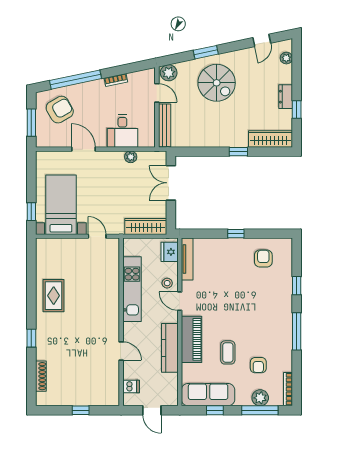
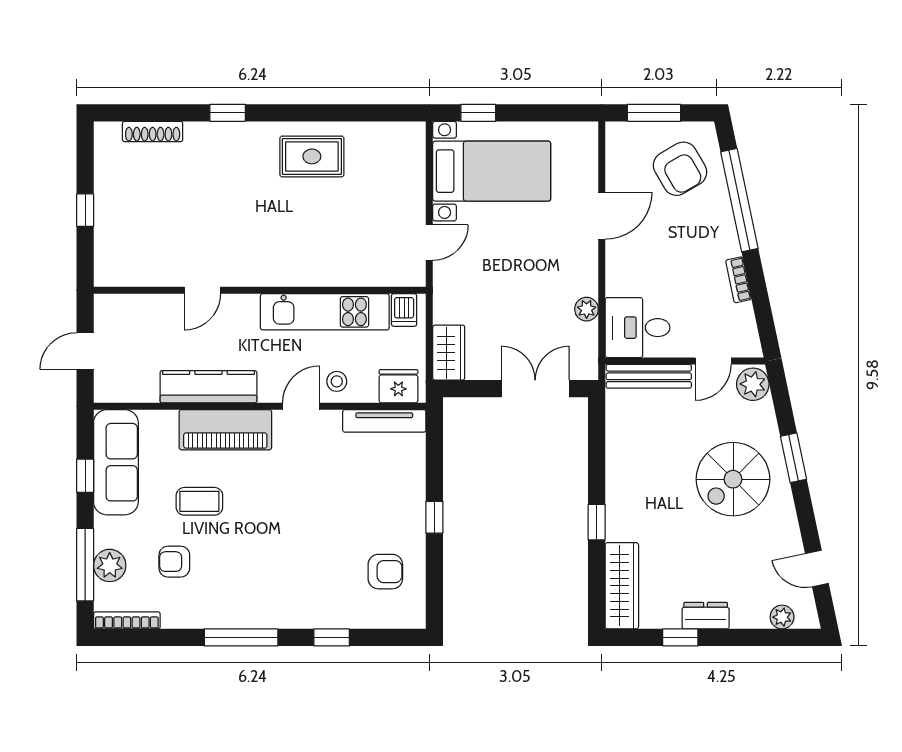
desk: (122, 131) -> (638, 328), moved
wardrobe: (146, 226) -> (449, 353), width x0.67
dishwasher: (131, 386) -> (404, 310), moved

